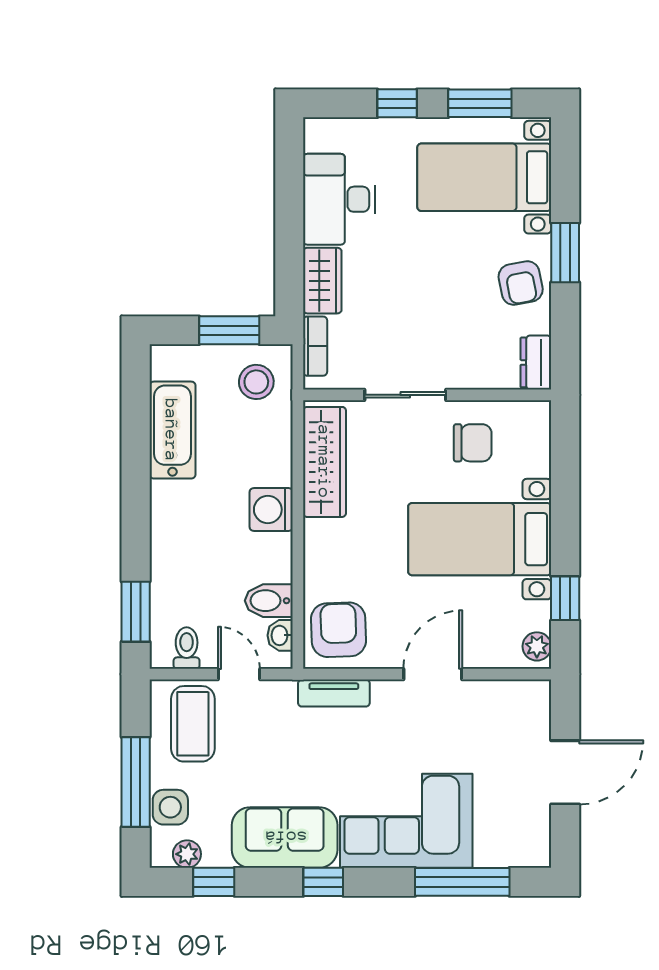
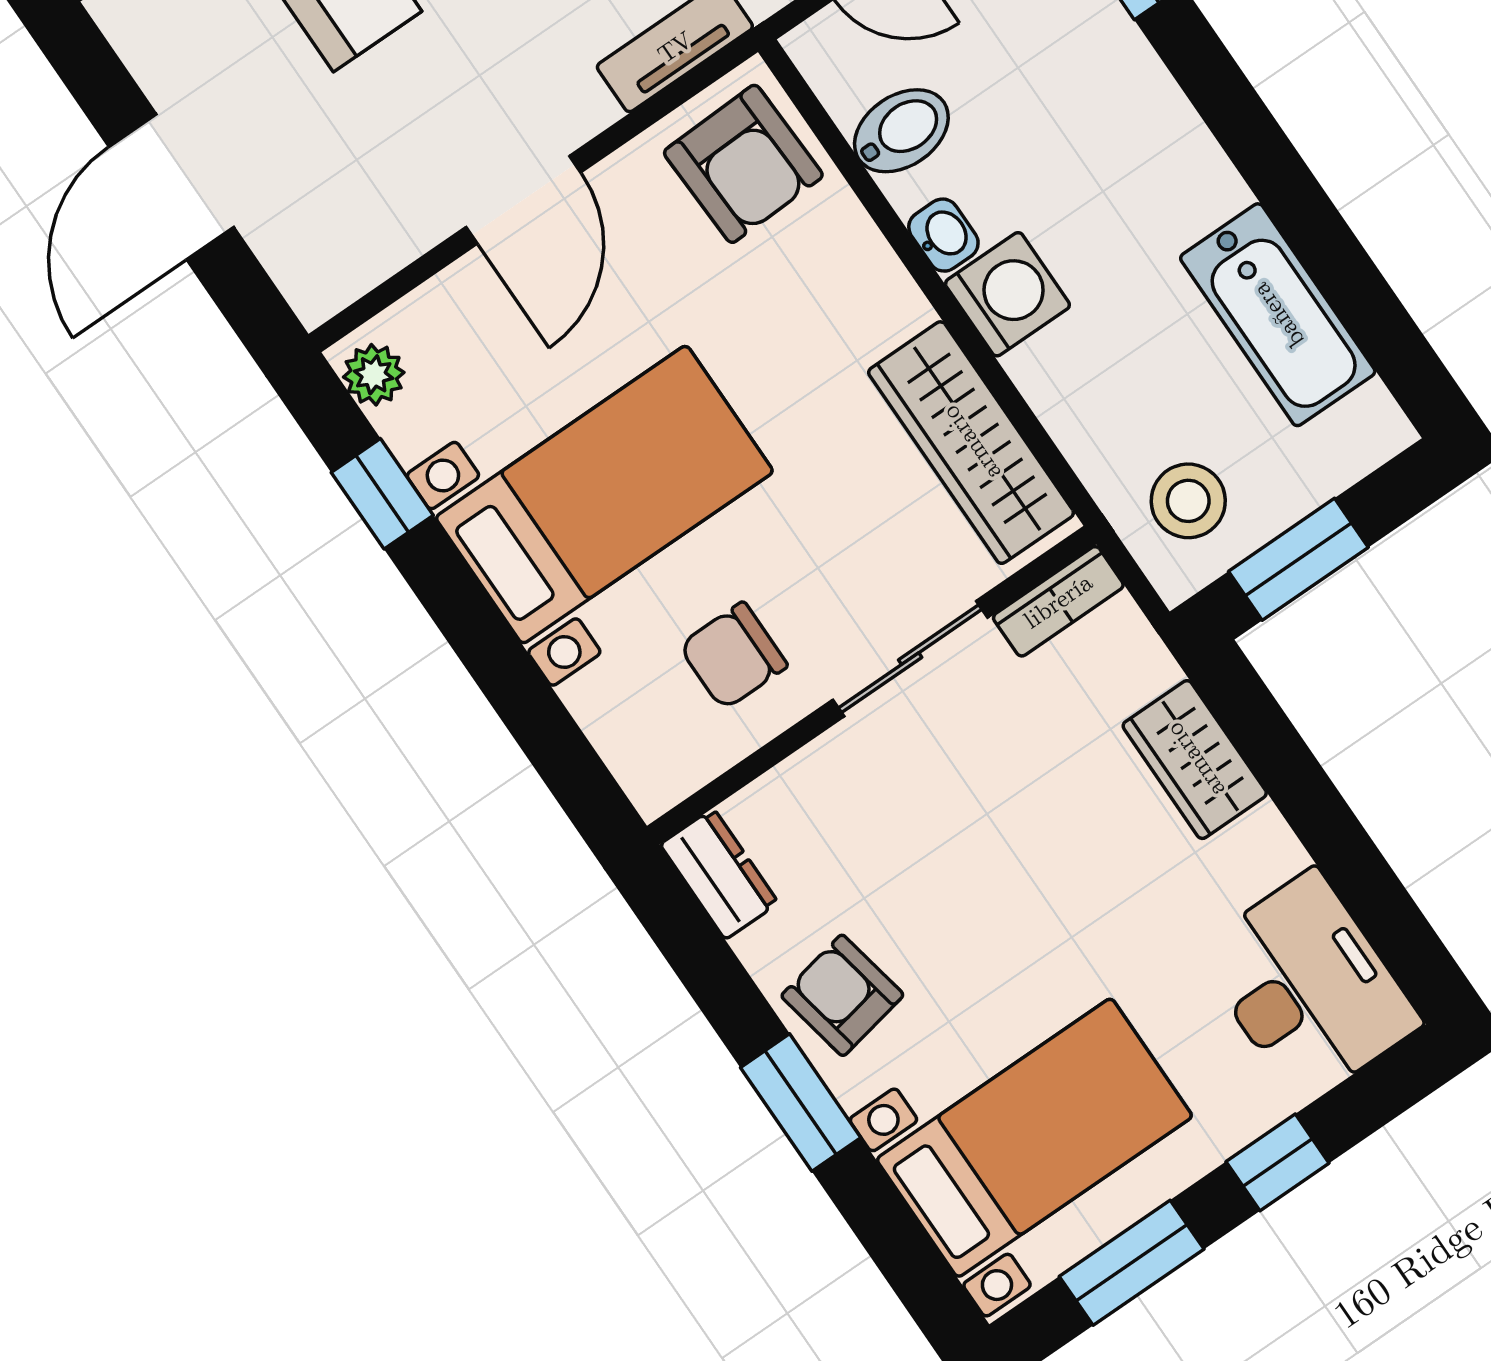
desk: (339, 199) -> (1308, 987), moved
bookcase: (315, 346) -> (1058, 601), moved, turned -90
washbasin: (280, 635) -> (943, 235), moved

